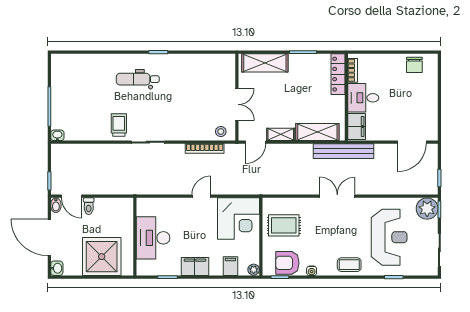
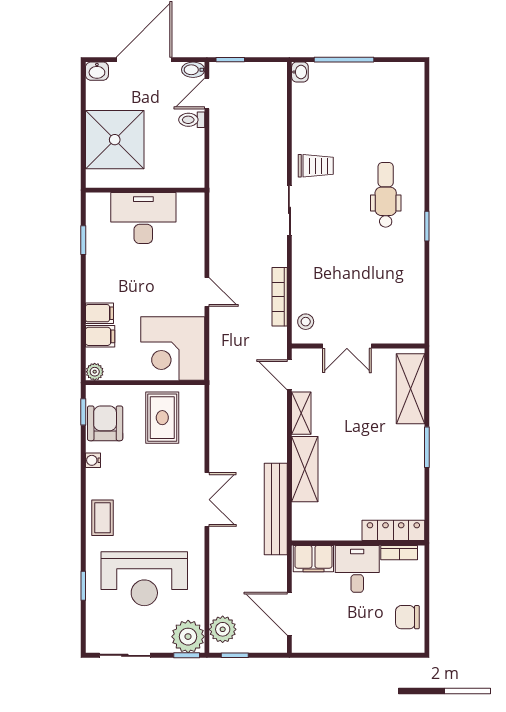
bookcase: (353, 70) -> (399, 553), moved
locker: (338, 74) -> (393, 530), moved
wall: (346, 97) -> (358, 543), moved
desk: (363, 98) -> (357, 569), moved
filing cabinet: (357, 126) -> (313, 559), moved
plant: (422, 186) -> (223, 629), added
filing cabinet: (195, 267) -> (99, 313), moved, width x0.50

